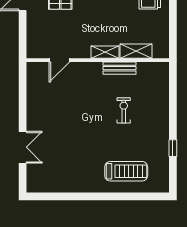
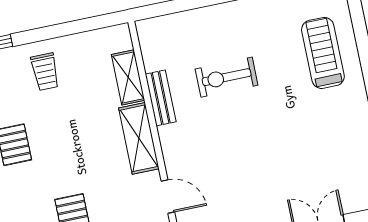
shelving: (105, 52) -> (139, 138), width x1.50, depth x1.33
exercise bike: (124, 110) -> (227, 77), width x1.38, depth x1.39

